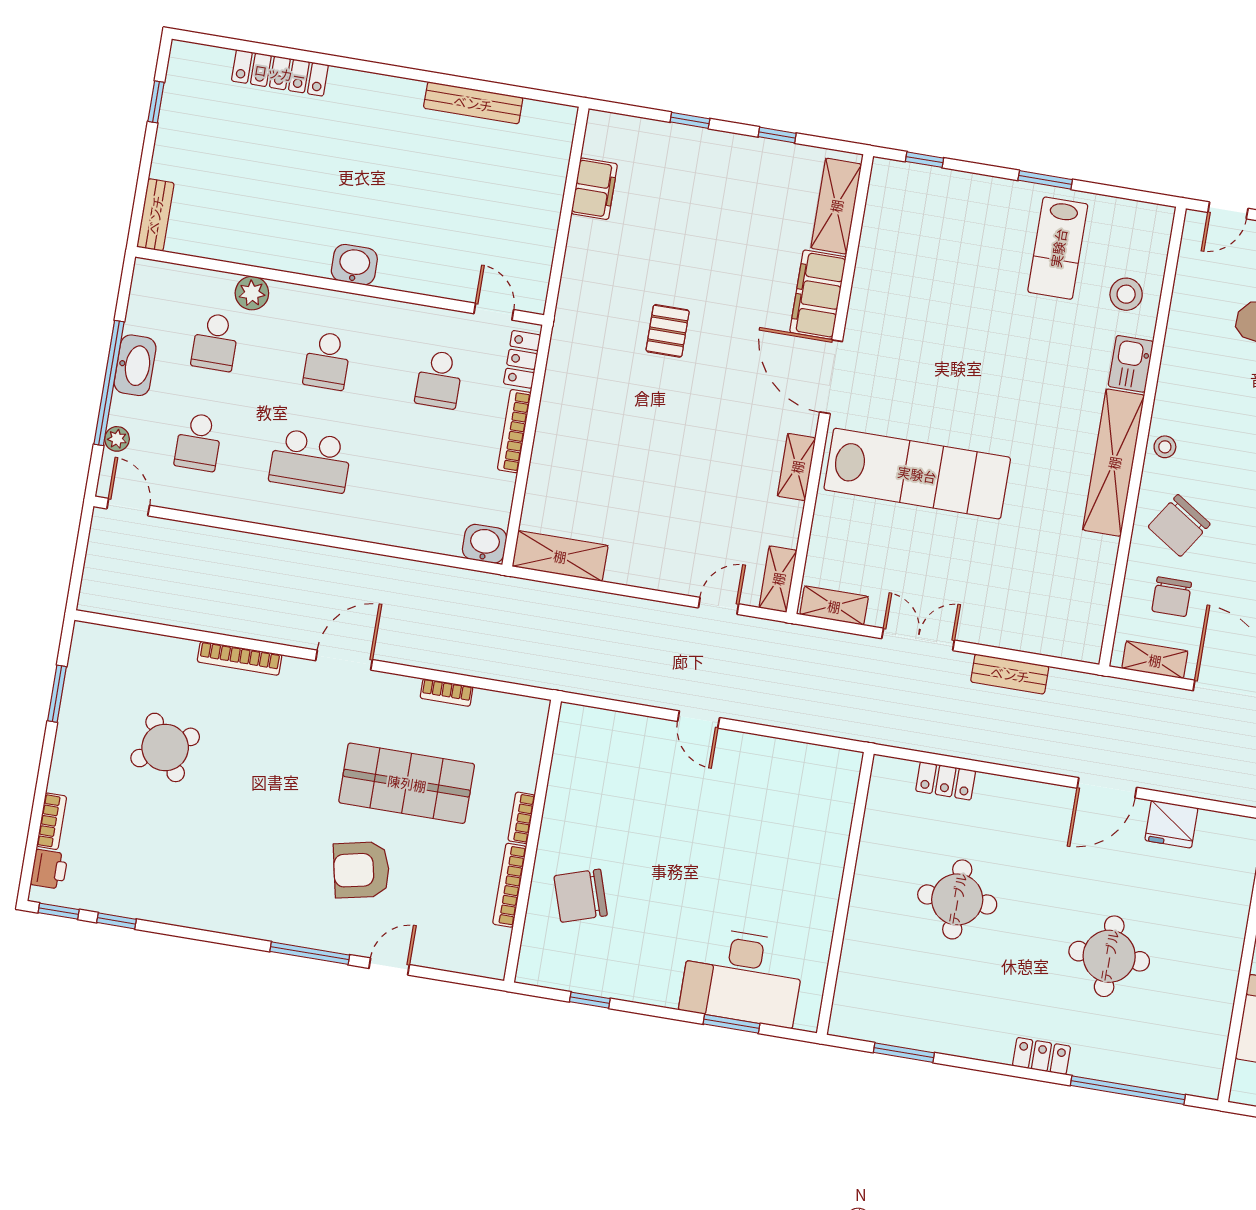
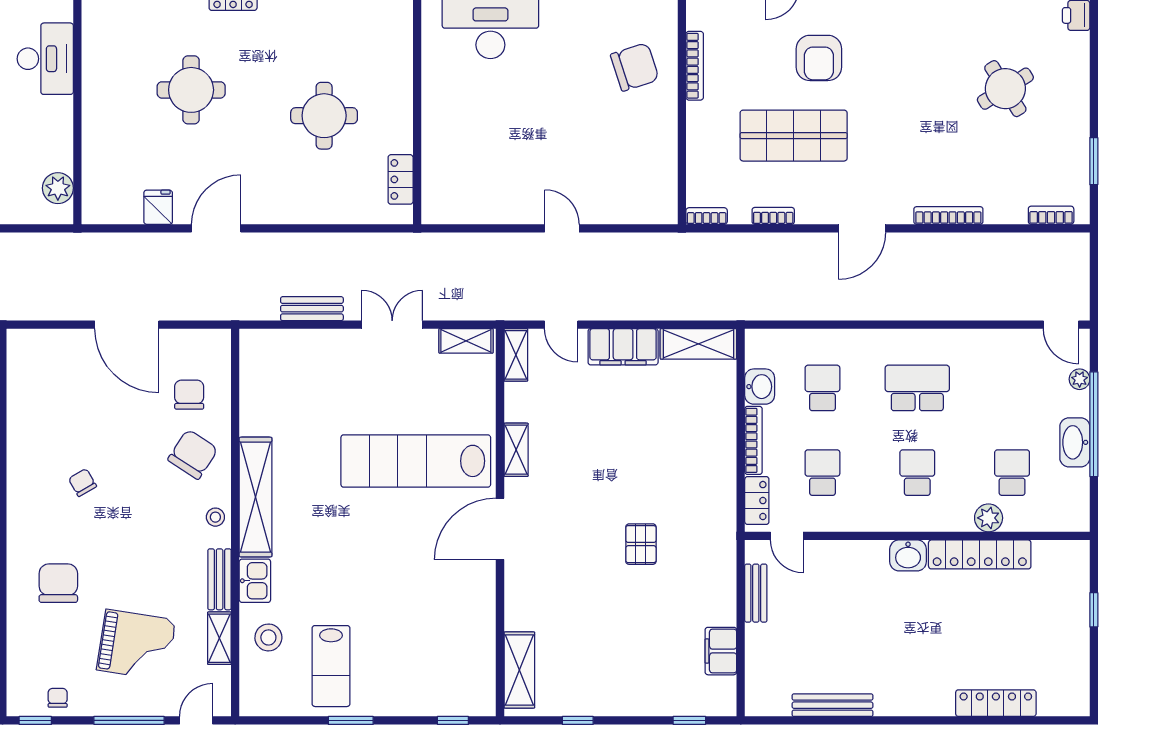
window: (156, 102) -> (1094, 610), moved
window: (690, 120) -> (689, 720), moved
bench: (155, 215) -> (756, 593), moved
lab bench: (1058, 248) -> (331, 666), turned 180
locker: (269, 252) -> (980, 554), added
filing cabinet: (818, 295) -> (623, 347), moved, turned 90
bench: (1172, 373) -> (220, 579), added
door: (831, 377) -> (500, 529), swing flipped
school desk: (198, 442) -> (822, 388), moved
washbasin: (485, 544) -> (760, 387), moved, turned -90
door: (718, 606) -> (561, 325), hinge flipped
double door: (918, 639) -> (392, 325), swing flipped
shelving: (1155, 660) -> (219, 638), moved, turned 90
round table: (165, 747) -> (1005, 89), moved
locker: (946, 781) -> (401, 179), moved, turned -90
bookcase: (521, 818) -> (707, 216), moved, turned -90
bookcase: (52, 821) -> (1051, 215), moved, turned 90
fridge: (1171, 824) -> (158, 207), width x0.72
armchair: (361, 870) -> (819, 58), turned 102

